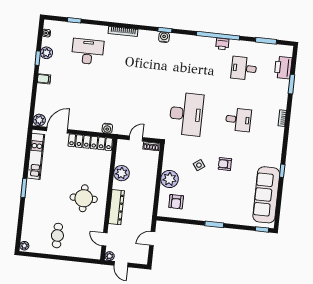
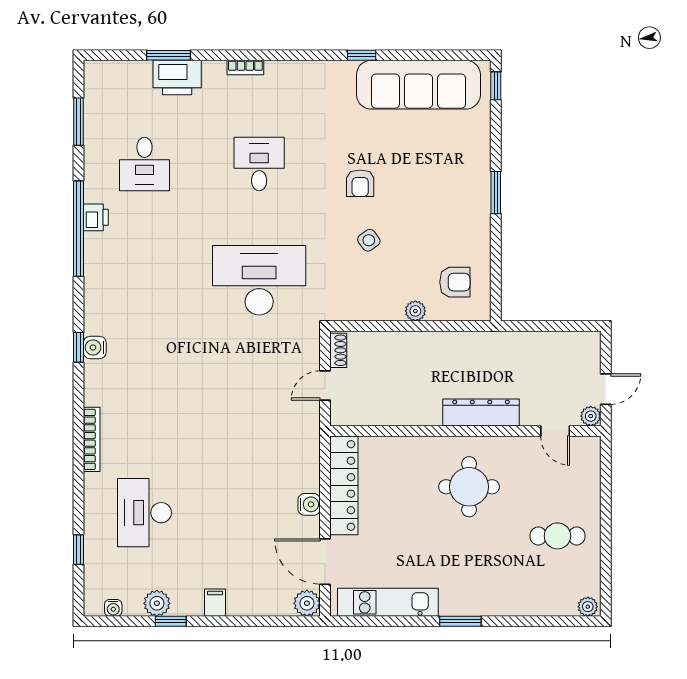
printer: (283, 68) -> (177, 77), moved
water cooler: (107, 128) -> (309, 504), moved
door: (136, 139) -> (325, 385), hinge flipped
plant: (122, 173) -> (405, 409), removed
plant: (170, 179) -> (415, 311), width x0.53, depth x0.53
door: (105, 239) -> (555, 431), hinge flipped
door: (152, 239) -> (542, 326), removed

